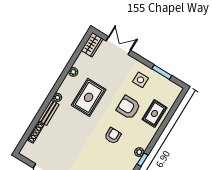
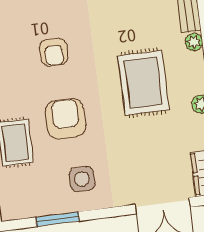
armchair: (128, 107) -> (66, 119), turned -90

